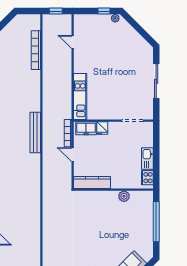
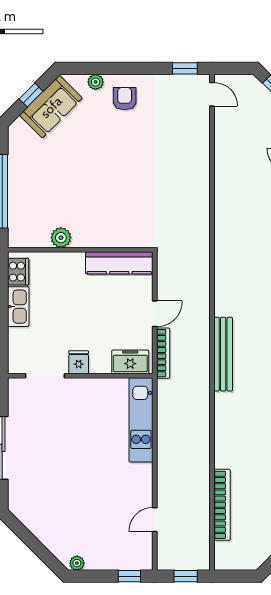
window: (104, 11) -> (129, 576), moved
door: (73, 42) -> (155, 520), swing flipped
fridge: (102, 128) -> (79, 362), moved
door: (73, 155) -> (155, 314), hinge flipped

